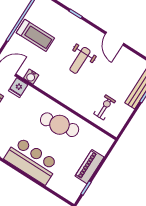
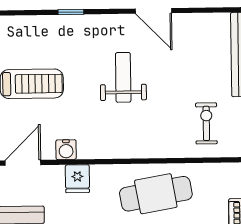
weight bench: (80, 60) -> (123, 77), turned 180
fridge: (18, 88) -> (77, 179), moved

